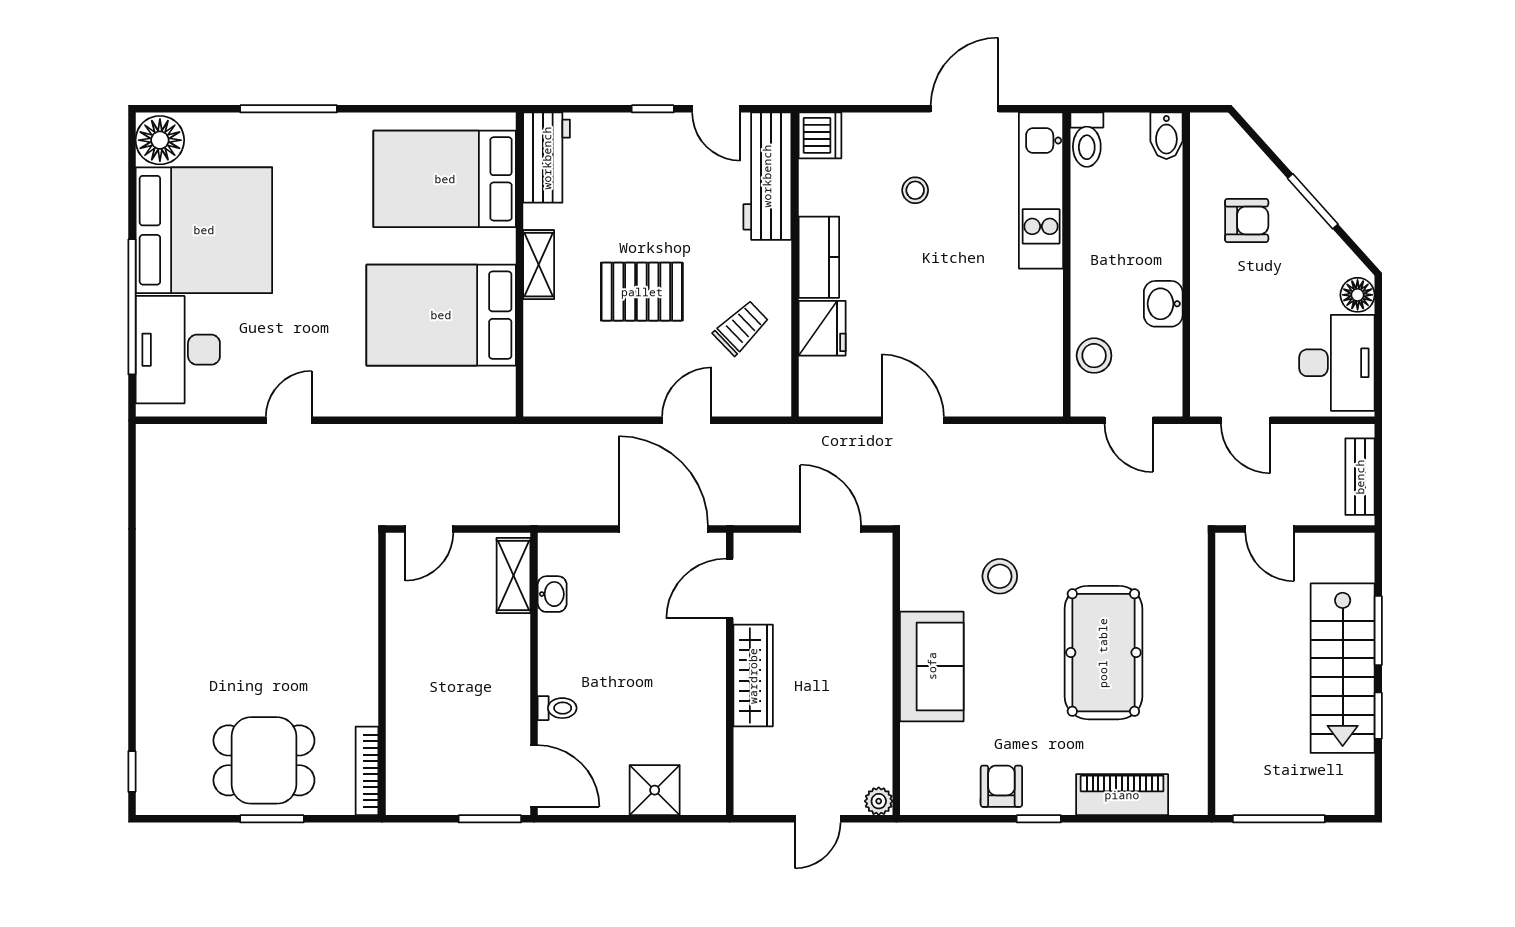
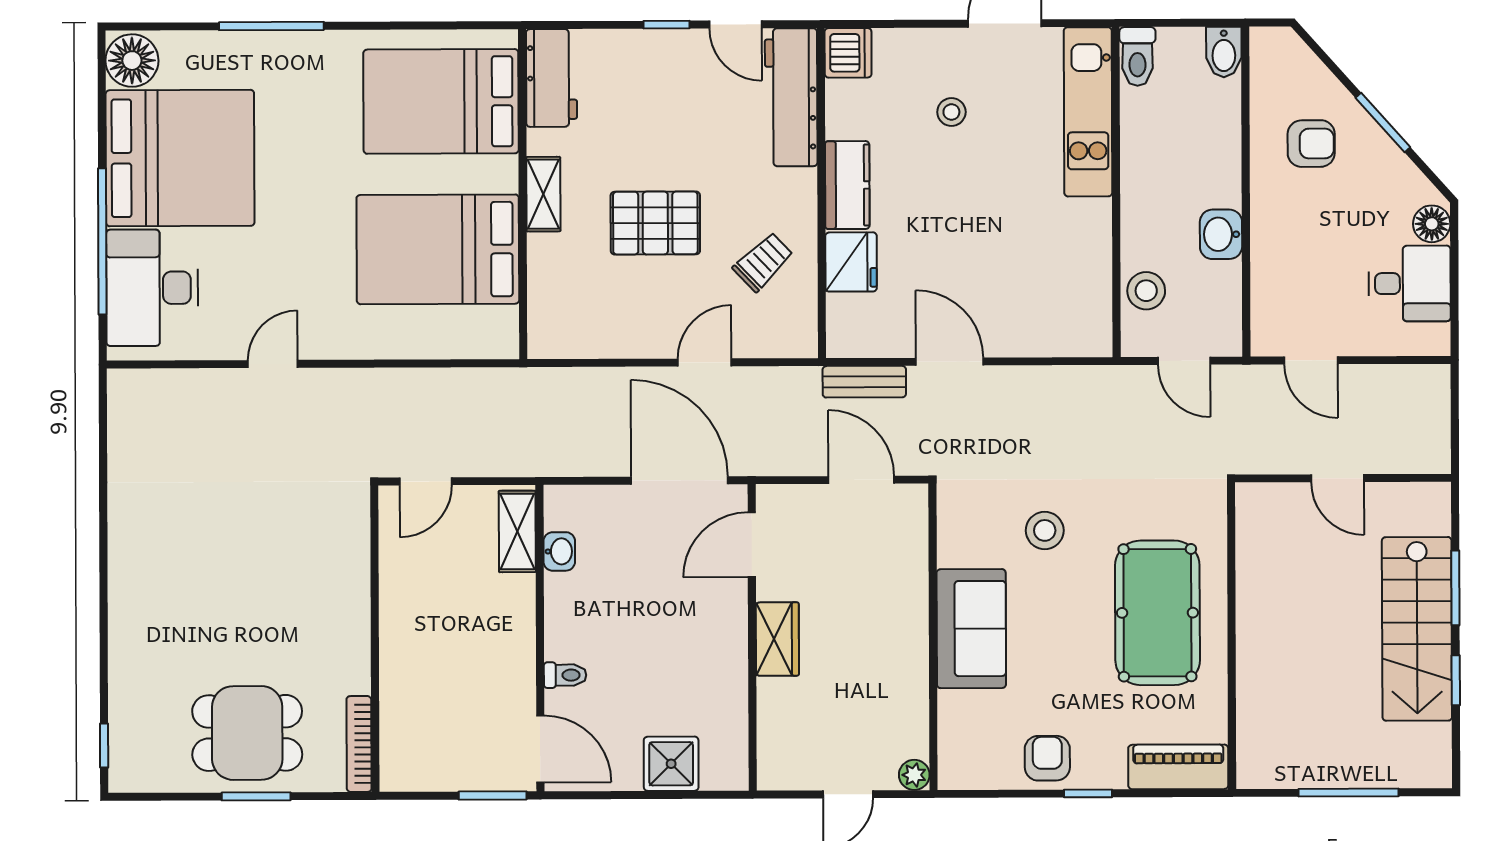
desk: (1337, 363) -> (1410, 283), width x0.73
bench: (1360, 477) -> (864, 382), moved, turned 90
wall: (1212, 674) -> (1232, 636), moved
wardrobe: (753, 676) -> (777, 639), width x0.67

